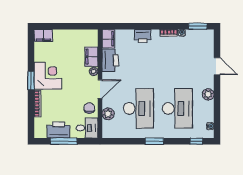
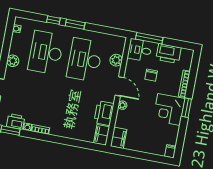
filing cabinet: (43, 35) -> (170, 151), width x0.50
printer: (143, 36) -> (16, 121), moved
filing cabinet: (91, 57) -> (119, 138), moved
door: (100, 89) -> (119, 86), swing flipped
chair: (89, 108) -> (151, 75), moved
window: (64, 141) -> (149, 38), moved
window: (196, 141) -> (53, 20), moved

